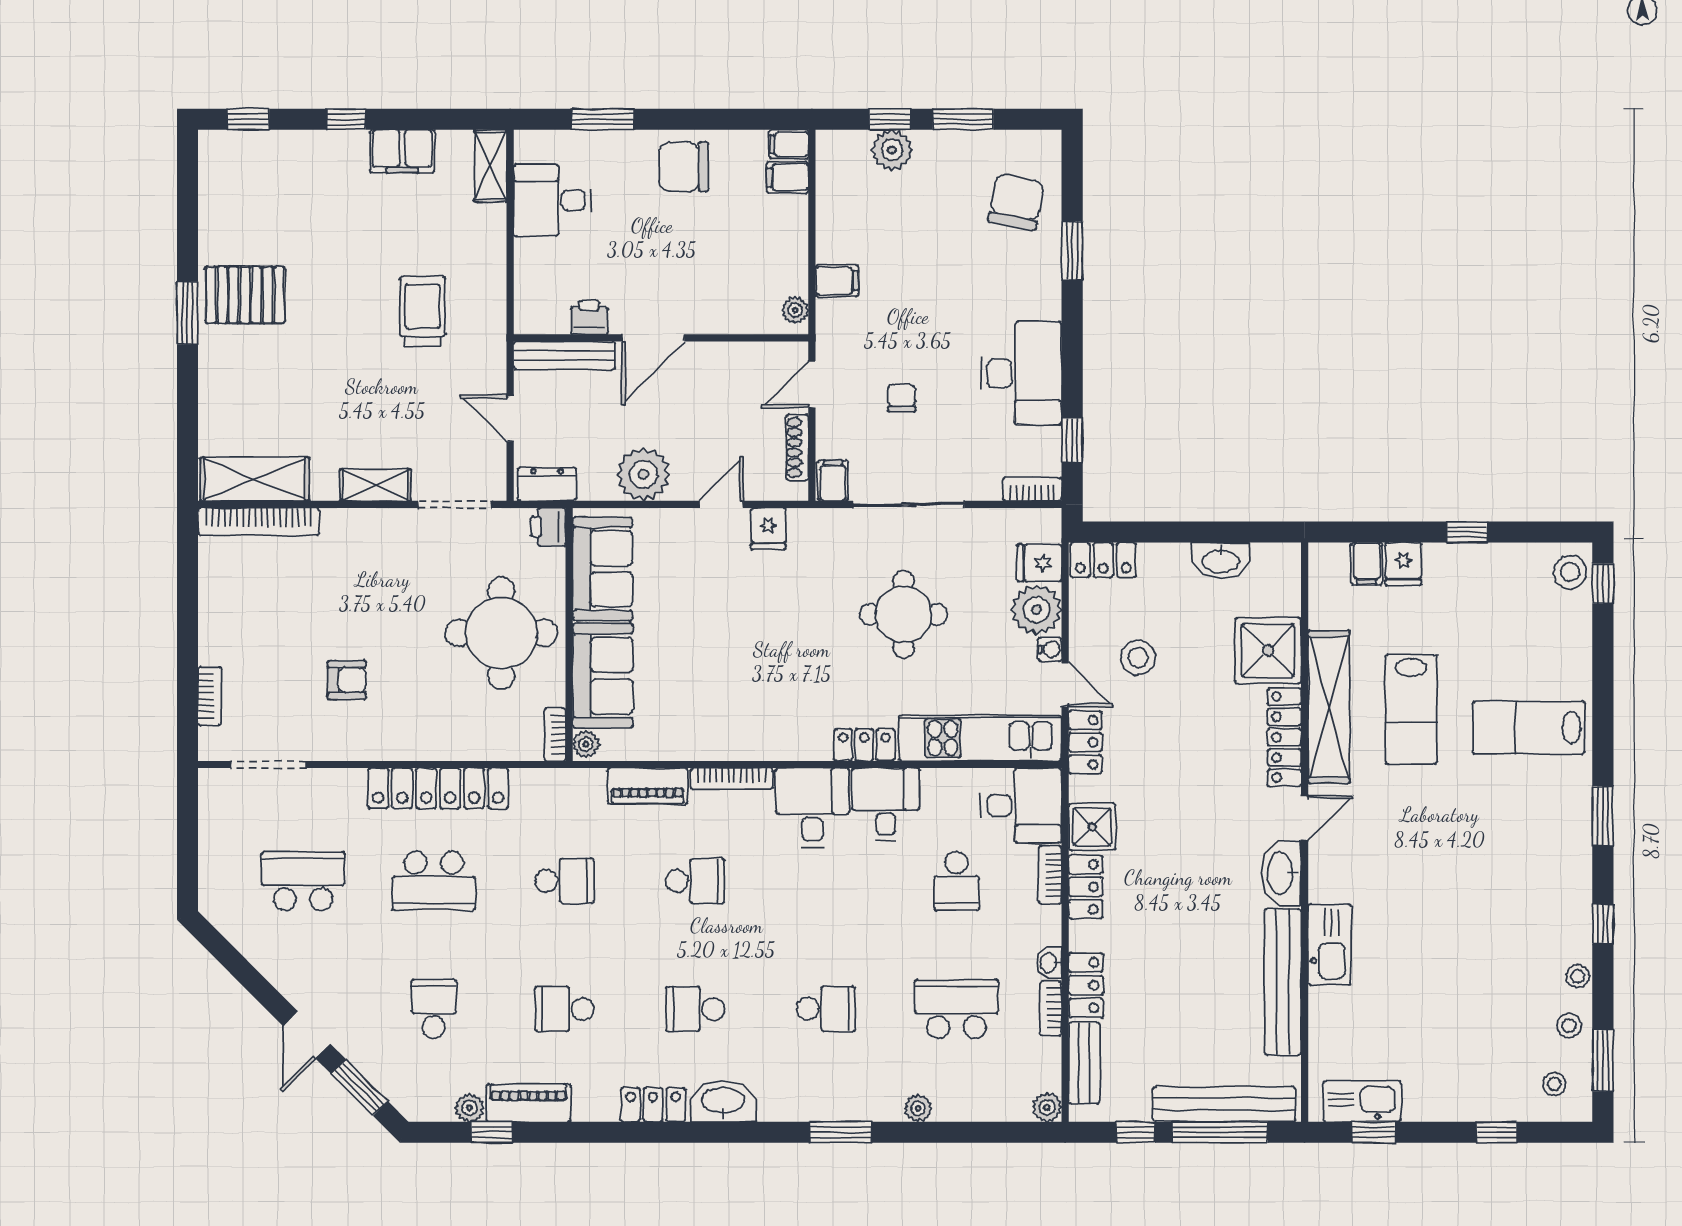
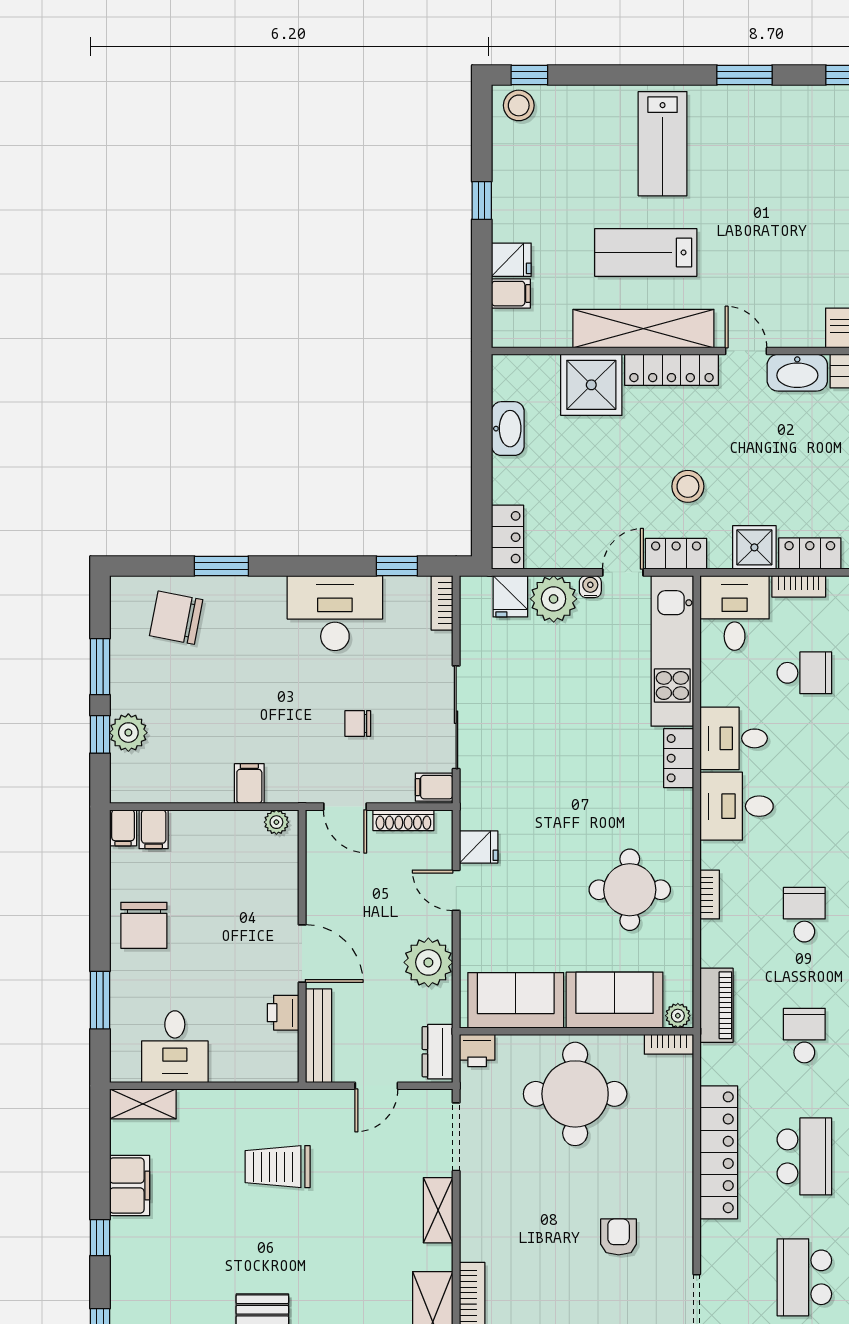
round table: (903, 614) -> (630, 890), moved
stool: (1138, 658) -> (688, 486), moved
lab bench: (1411, 709) -> (646, 252), turned 180
bookcase: (732, 779) -> (710, 895), width x0.64
piano: (648, 786) -> (716, 1005), moved

